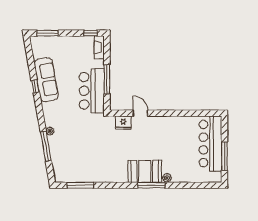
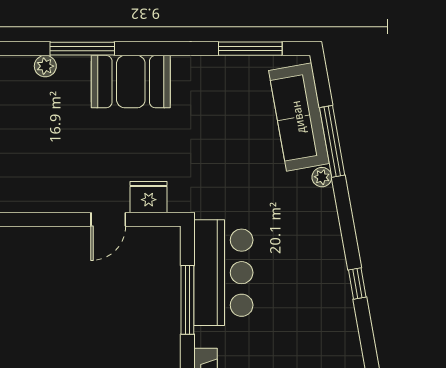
sofa: (46, 80) -> (299, 117), moved
door: (140, 113) -> (108, 219), hinge flipped
booth: (145, 171) -> (131, 82), moved

